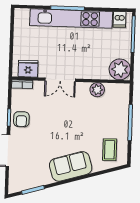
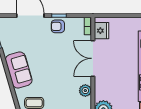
double door: (60, 80) -> (93, 58), width x1.37

